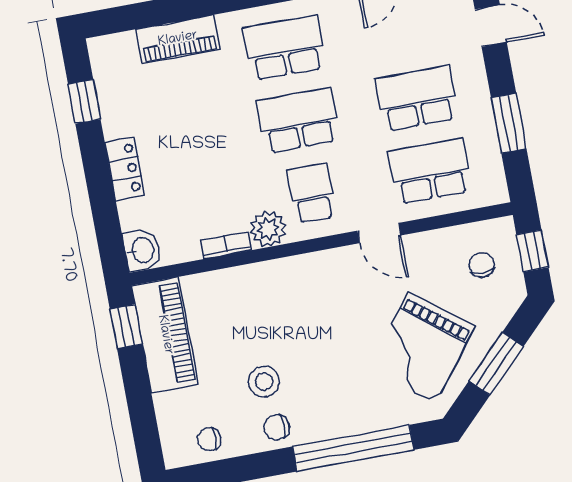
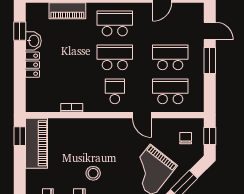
window: (509, 123) -> (210, 60), moved
plant: (268, 229) -> (92, 104), removed
washbasin: (142, 250) -> (33, 41), moved
stool: (264, 382) -> (93, 173), moved

